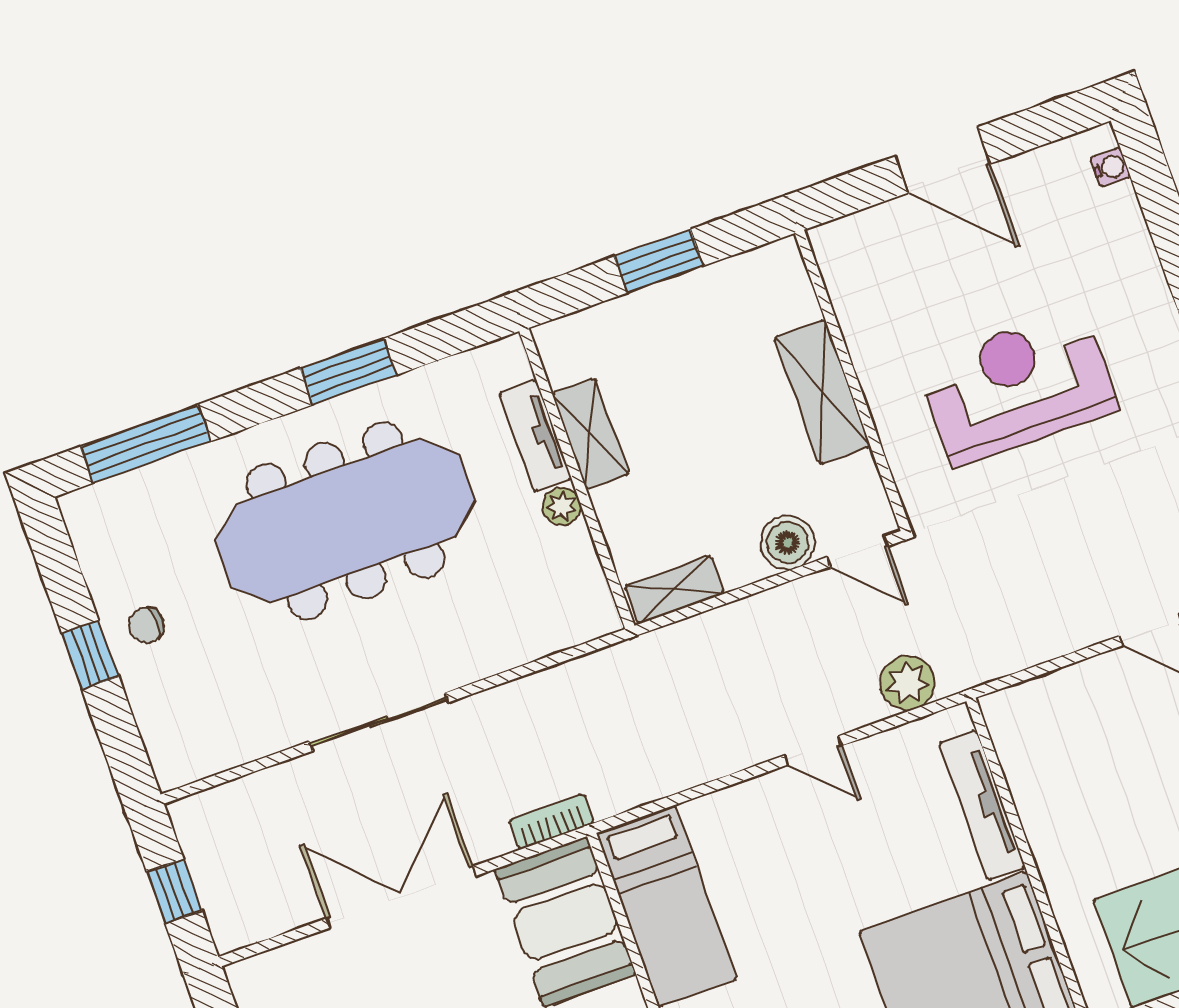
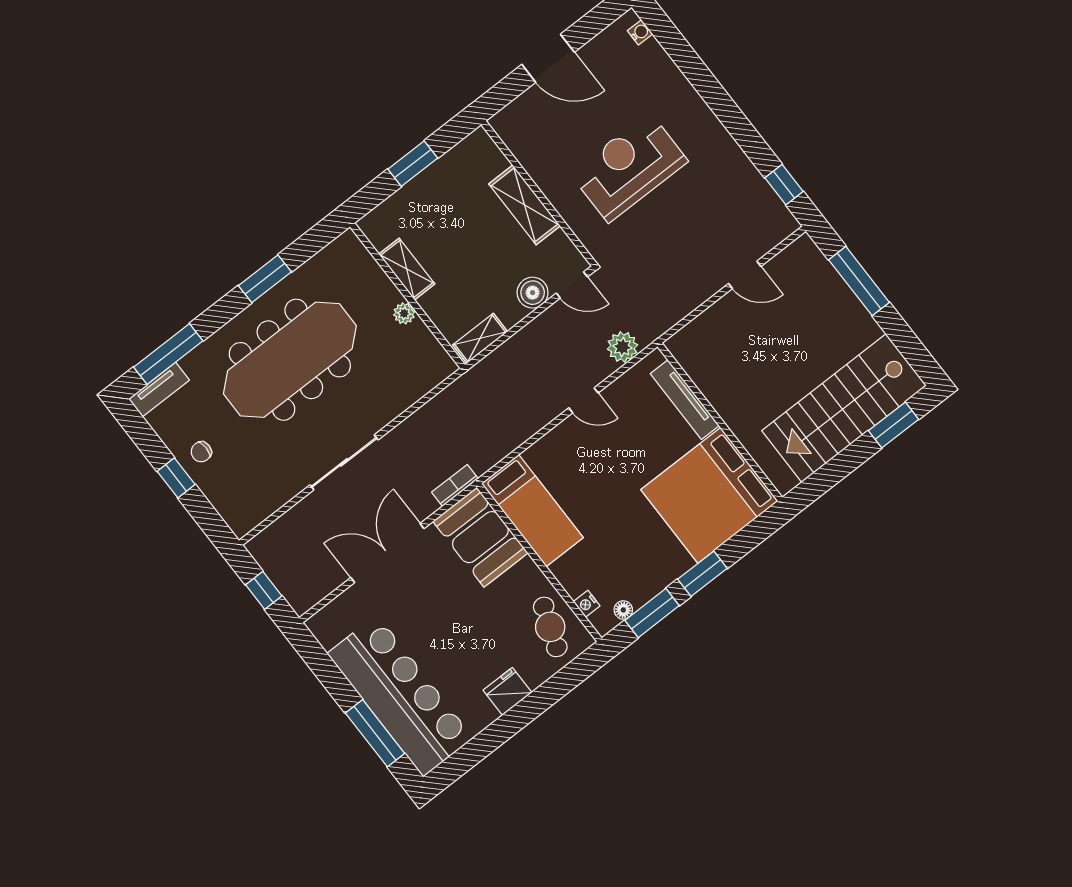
tv unit: (535, 436) -> (159, 389), moved, turned -90

